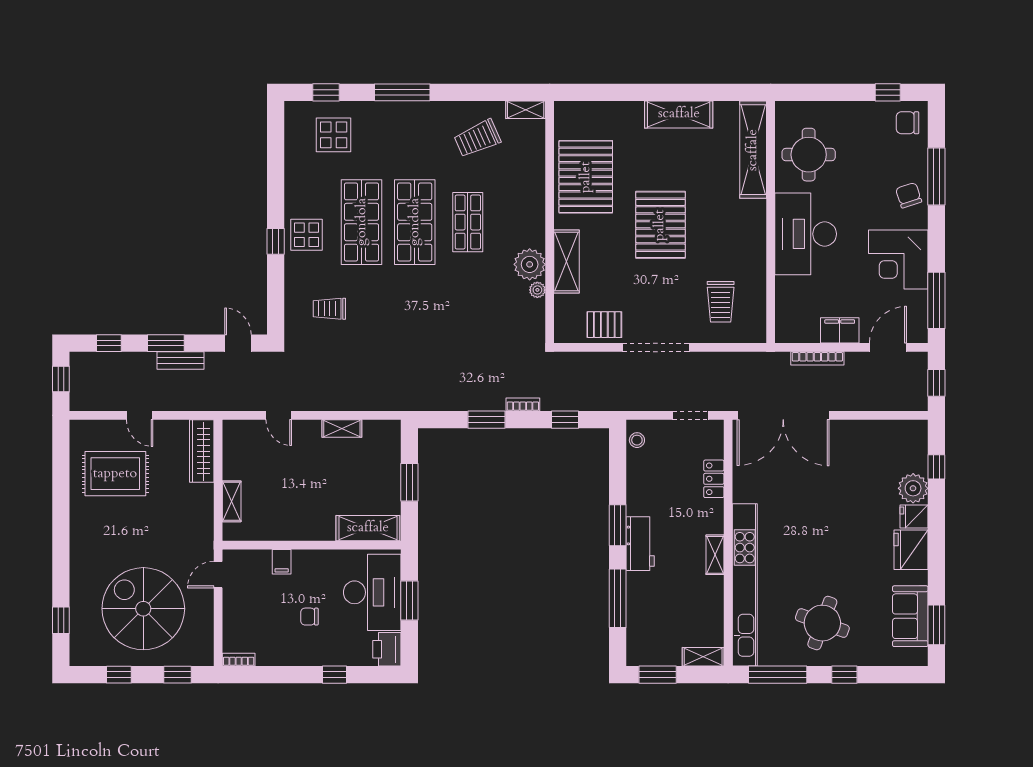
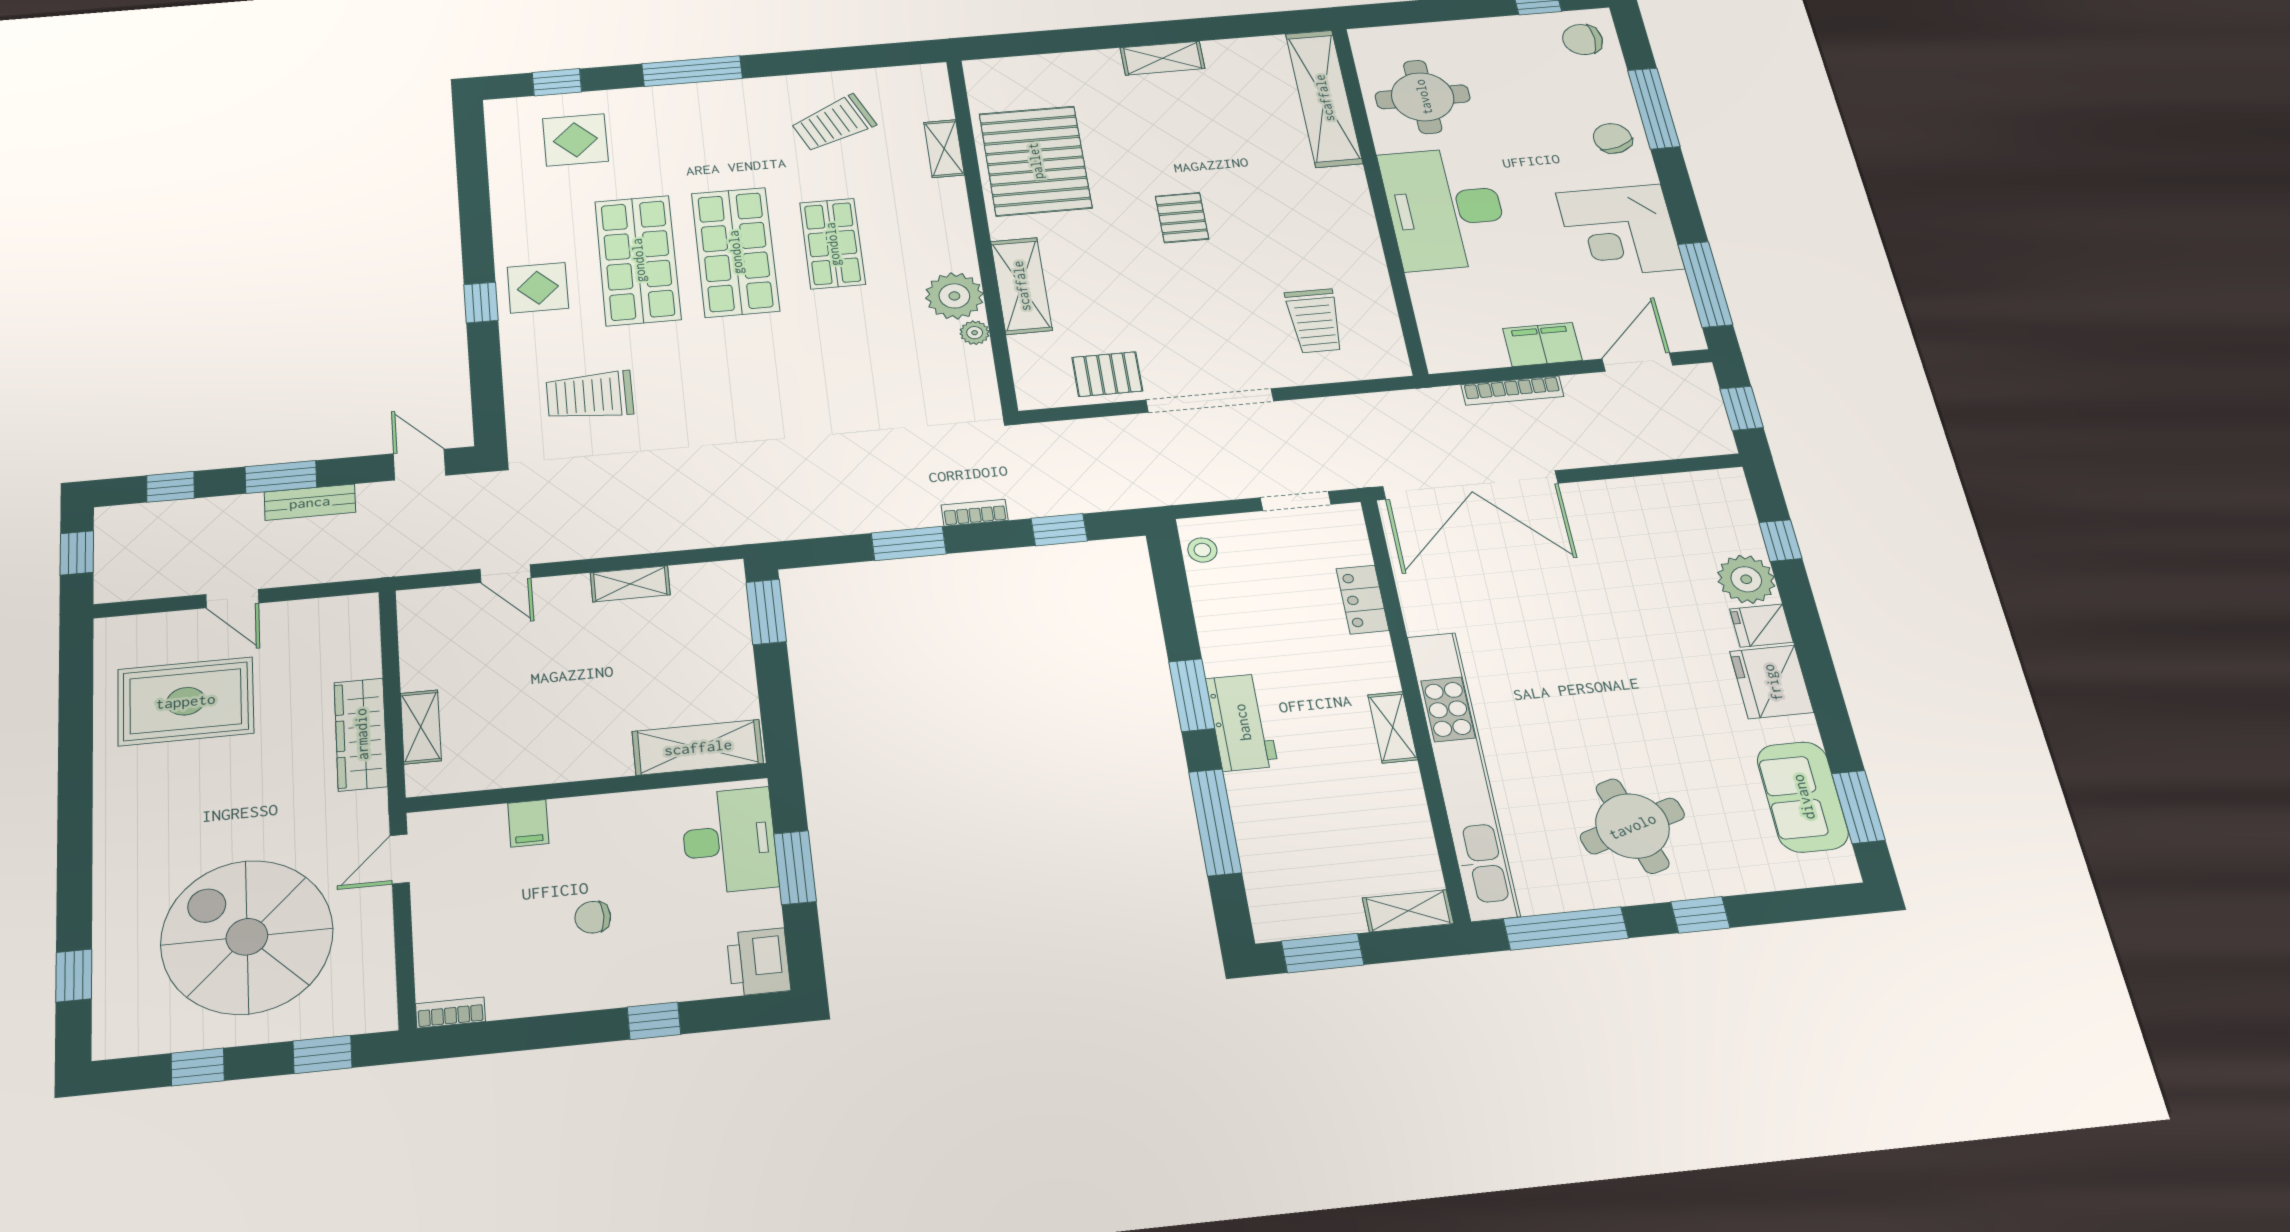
shelving: (526, 110) -> (944, 149), moved, turned 90
shelving: (679, 114) -> (1162, 58), width x0.67, depth x0.75
pallet: (660, 225) -> (1182, 218), width x0.49, depth x0.50
trolley: (329, 309) -> (590, 396), width x1.36, depth x1.39
wardrobe: (202, 451) -> (361, 734), moved
window: (409, 482) -> (766, 612), moved
desk: (372, 592) -> (729, 841), width x0.73, depth x0.77
round table: (822, 623) -> (1632, 826), turned -37

